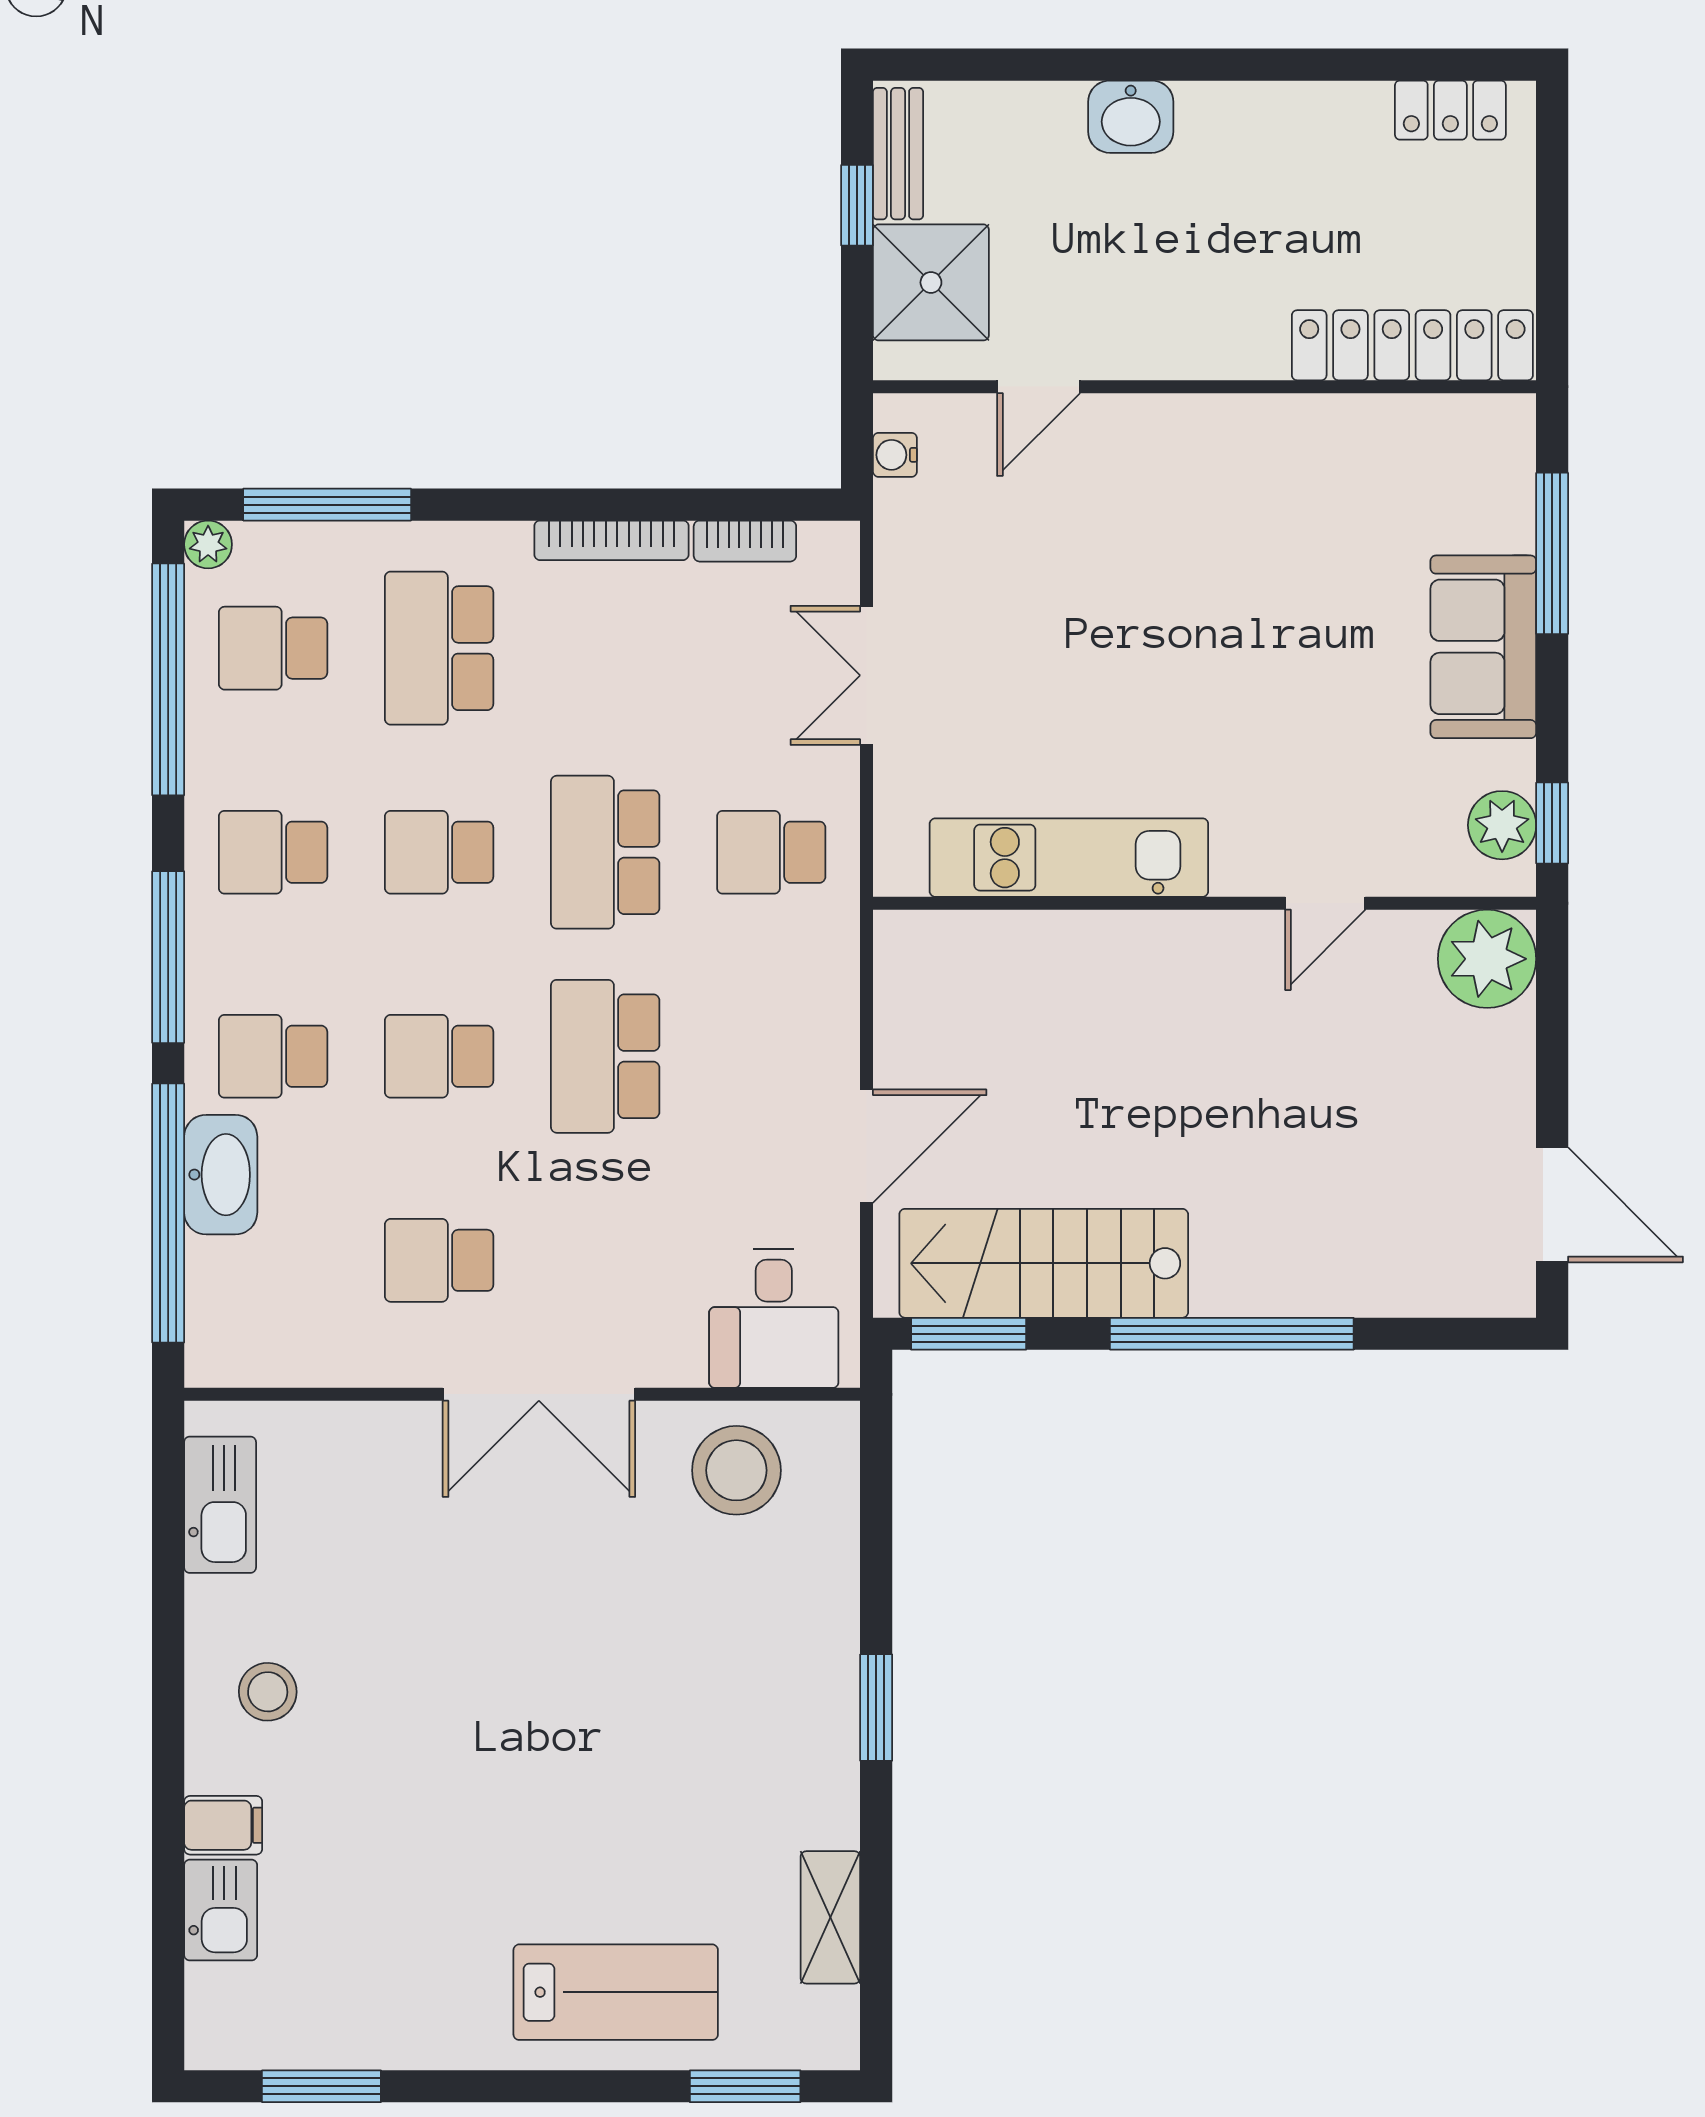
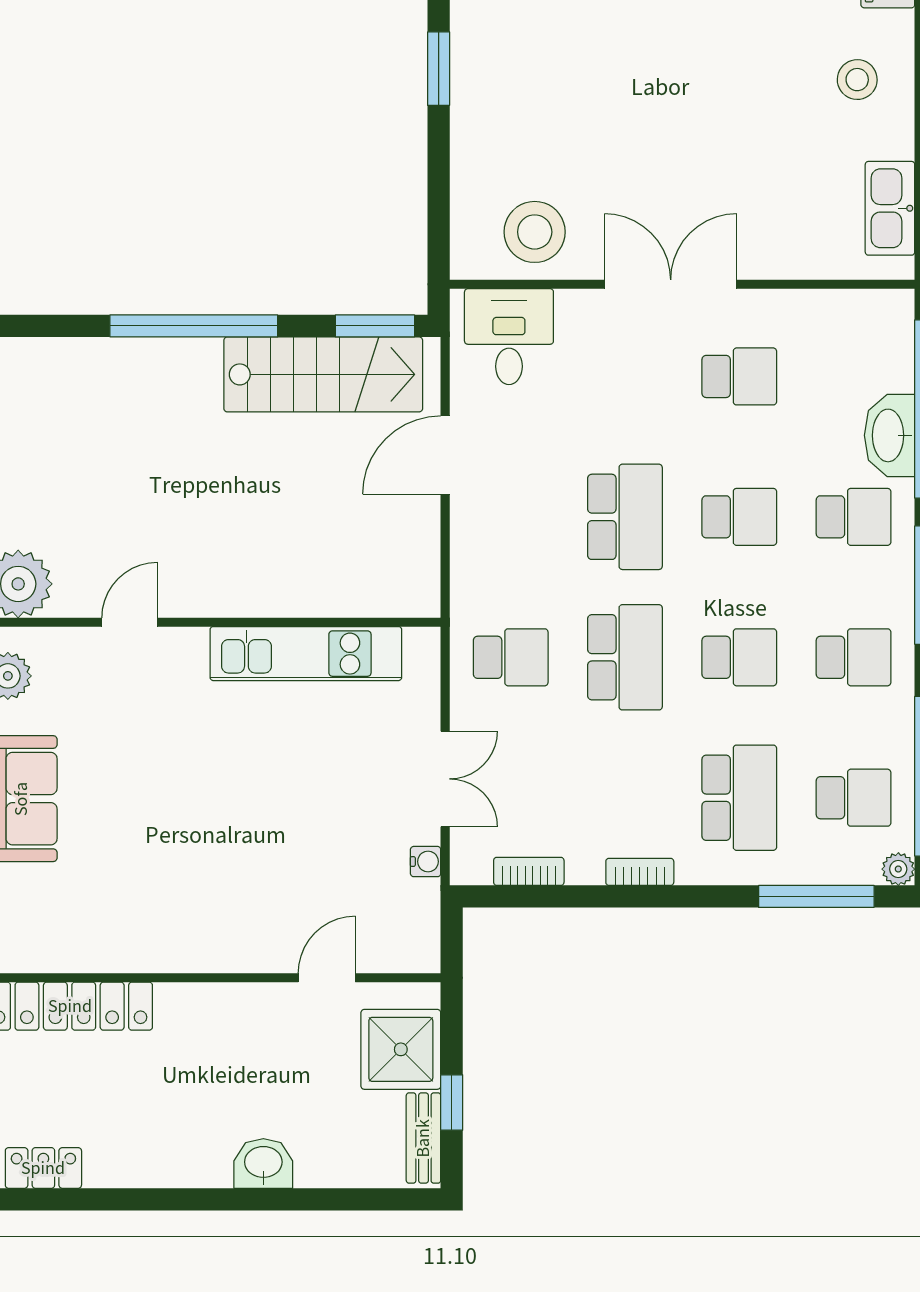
water cooler: (895, 455) -> (426, 862), moved
bookcase: (611, 540) -> (640, 872), width x0.64

